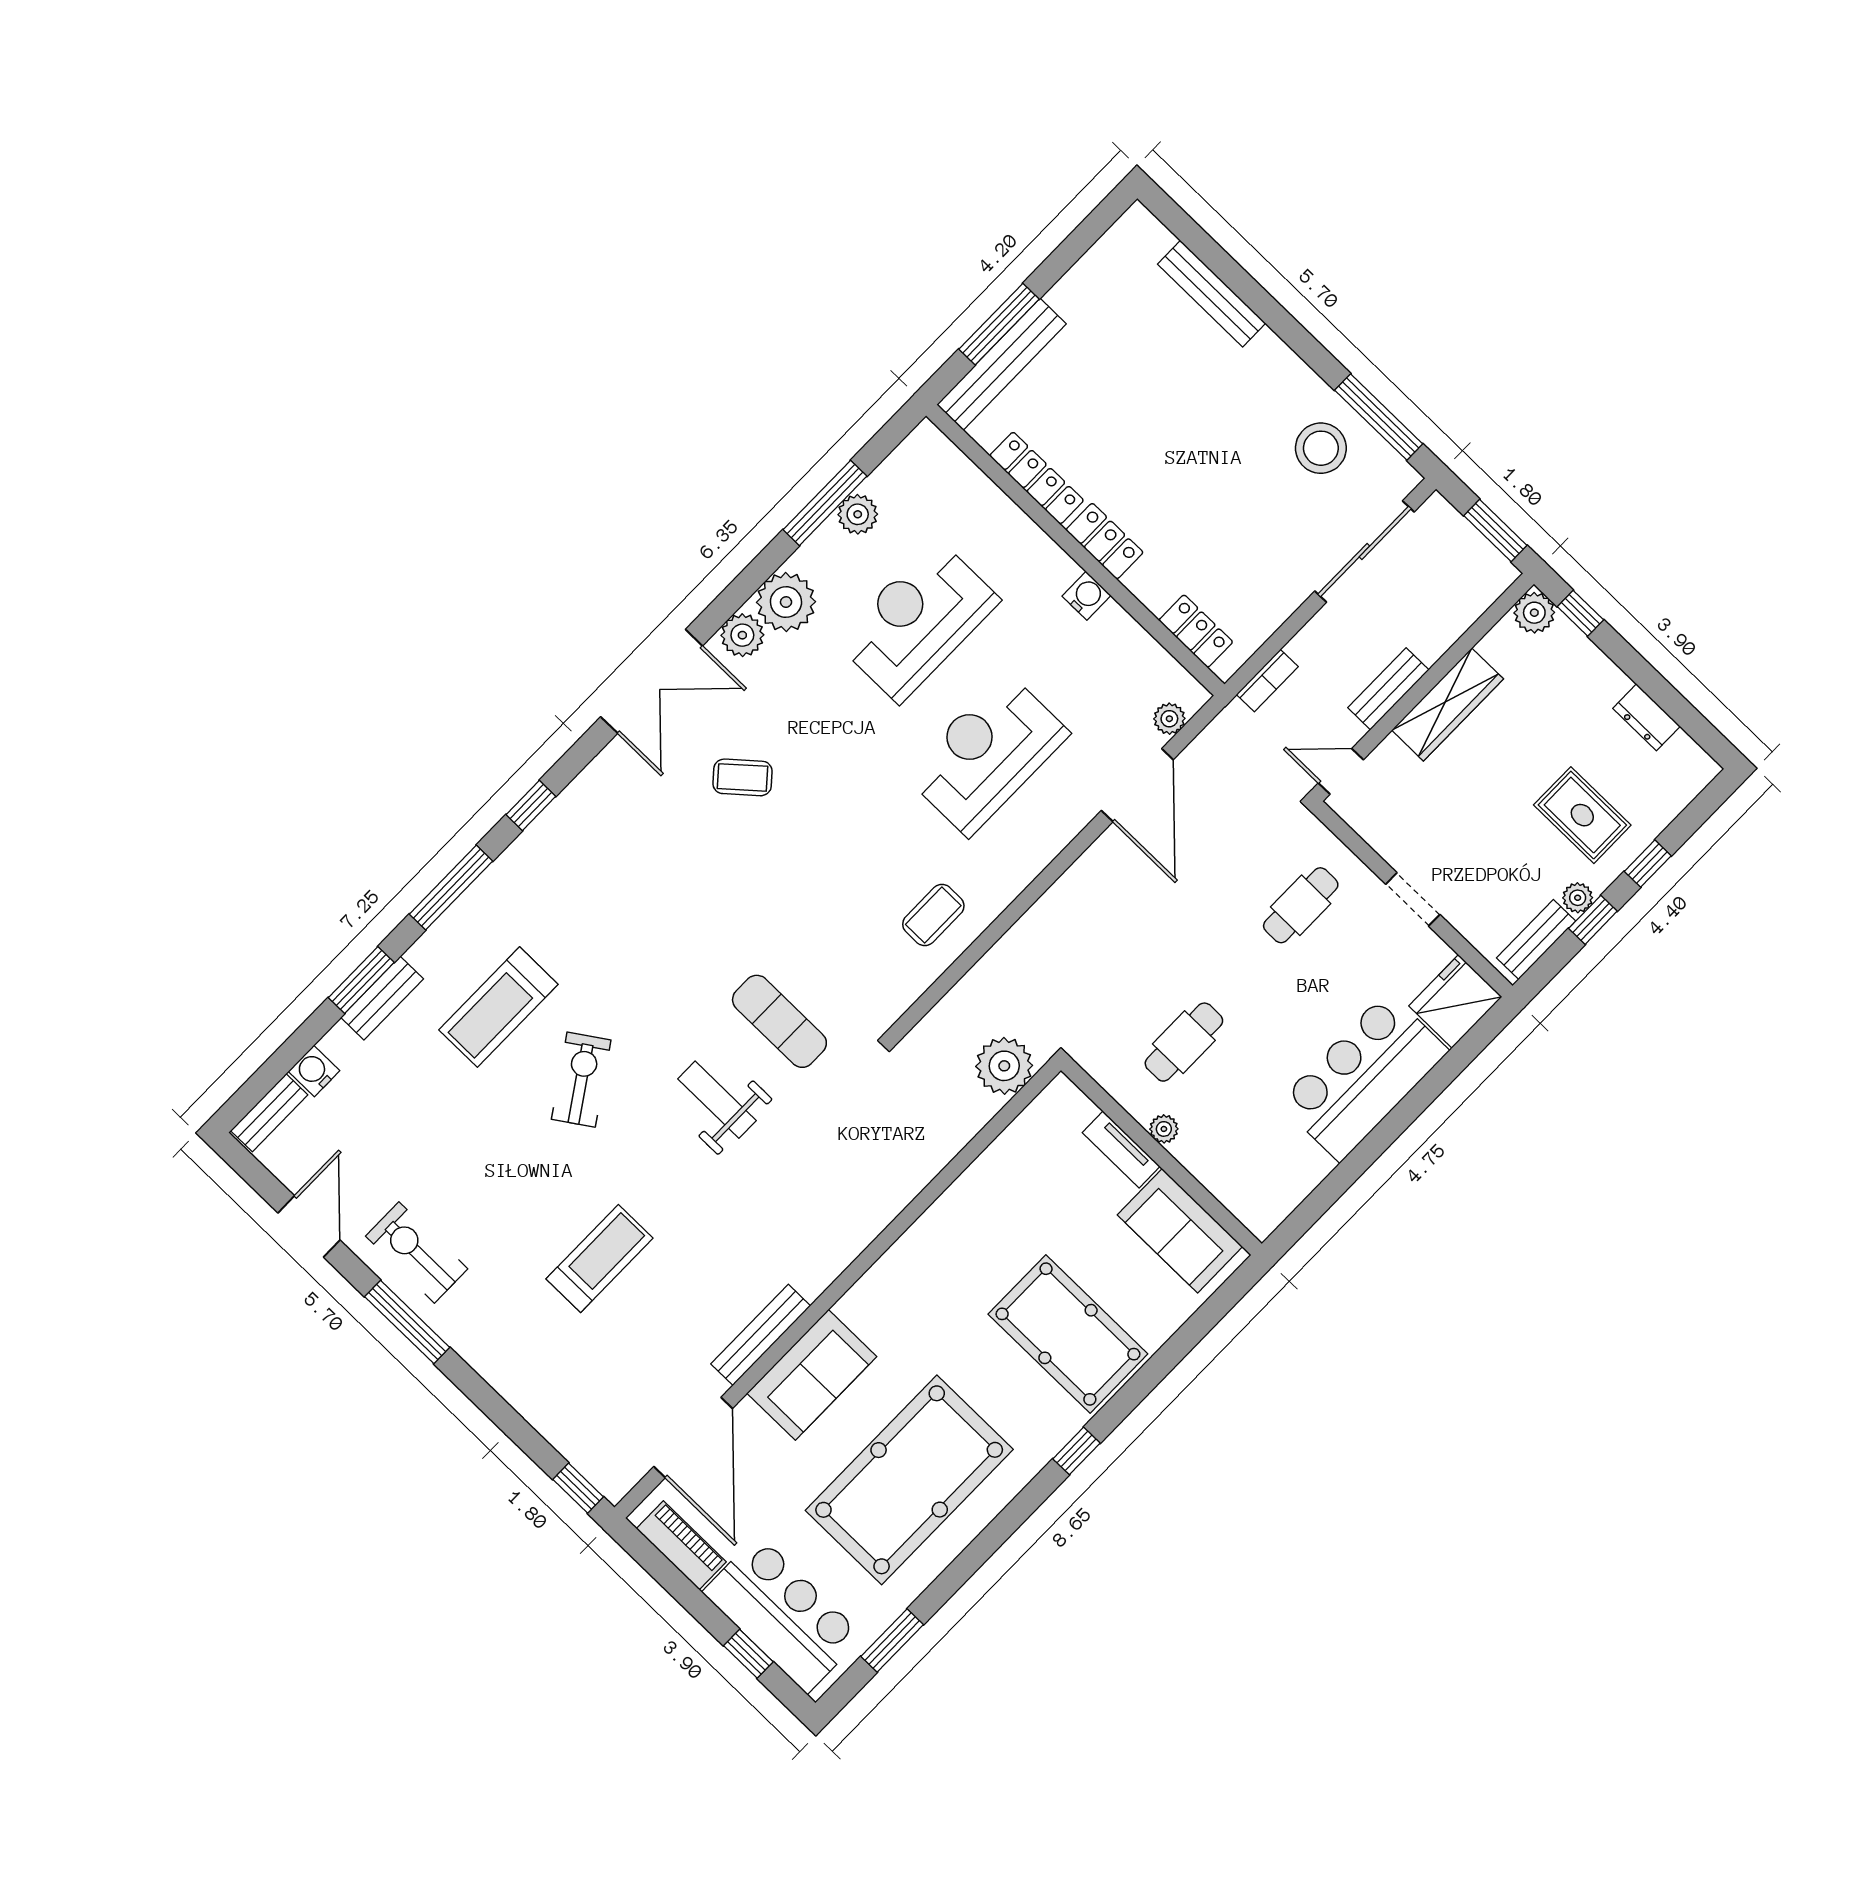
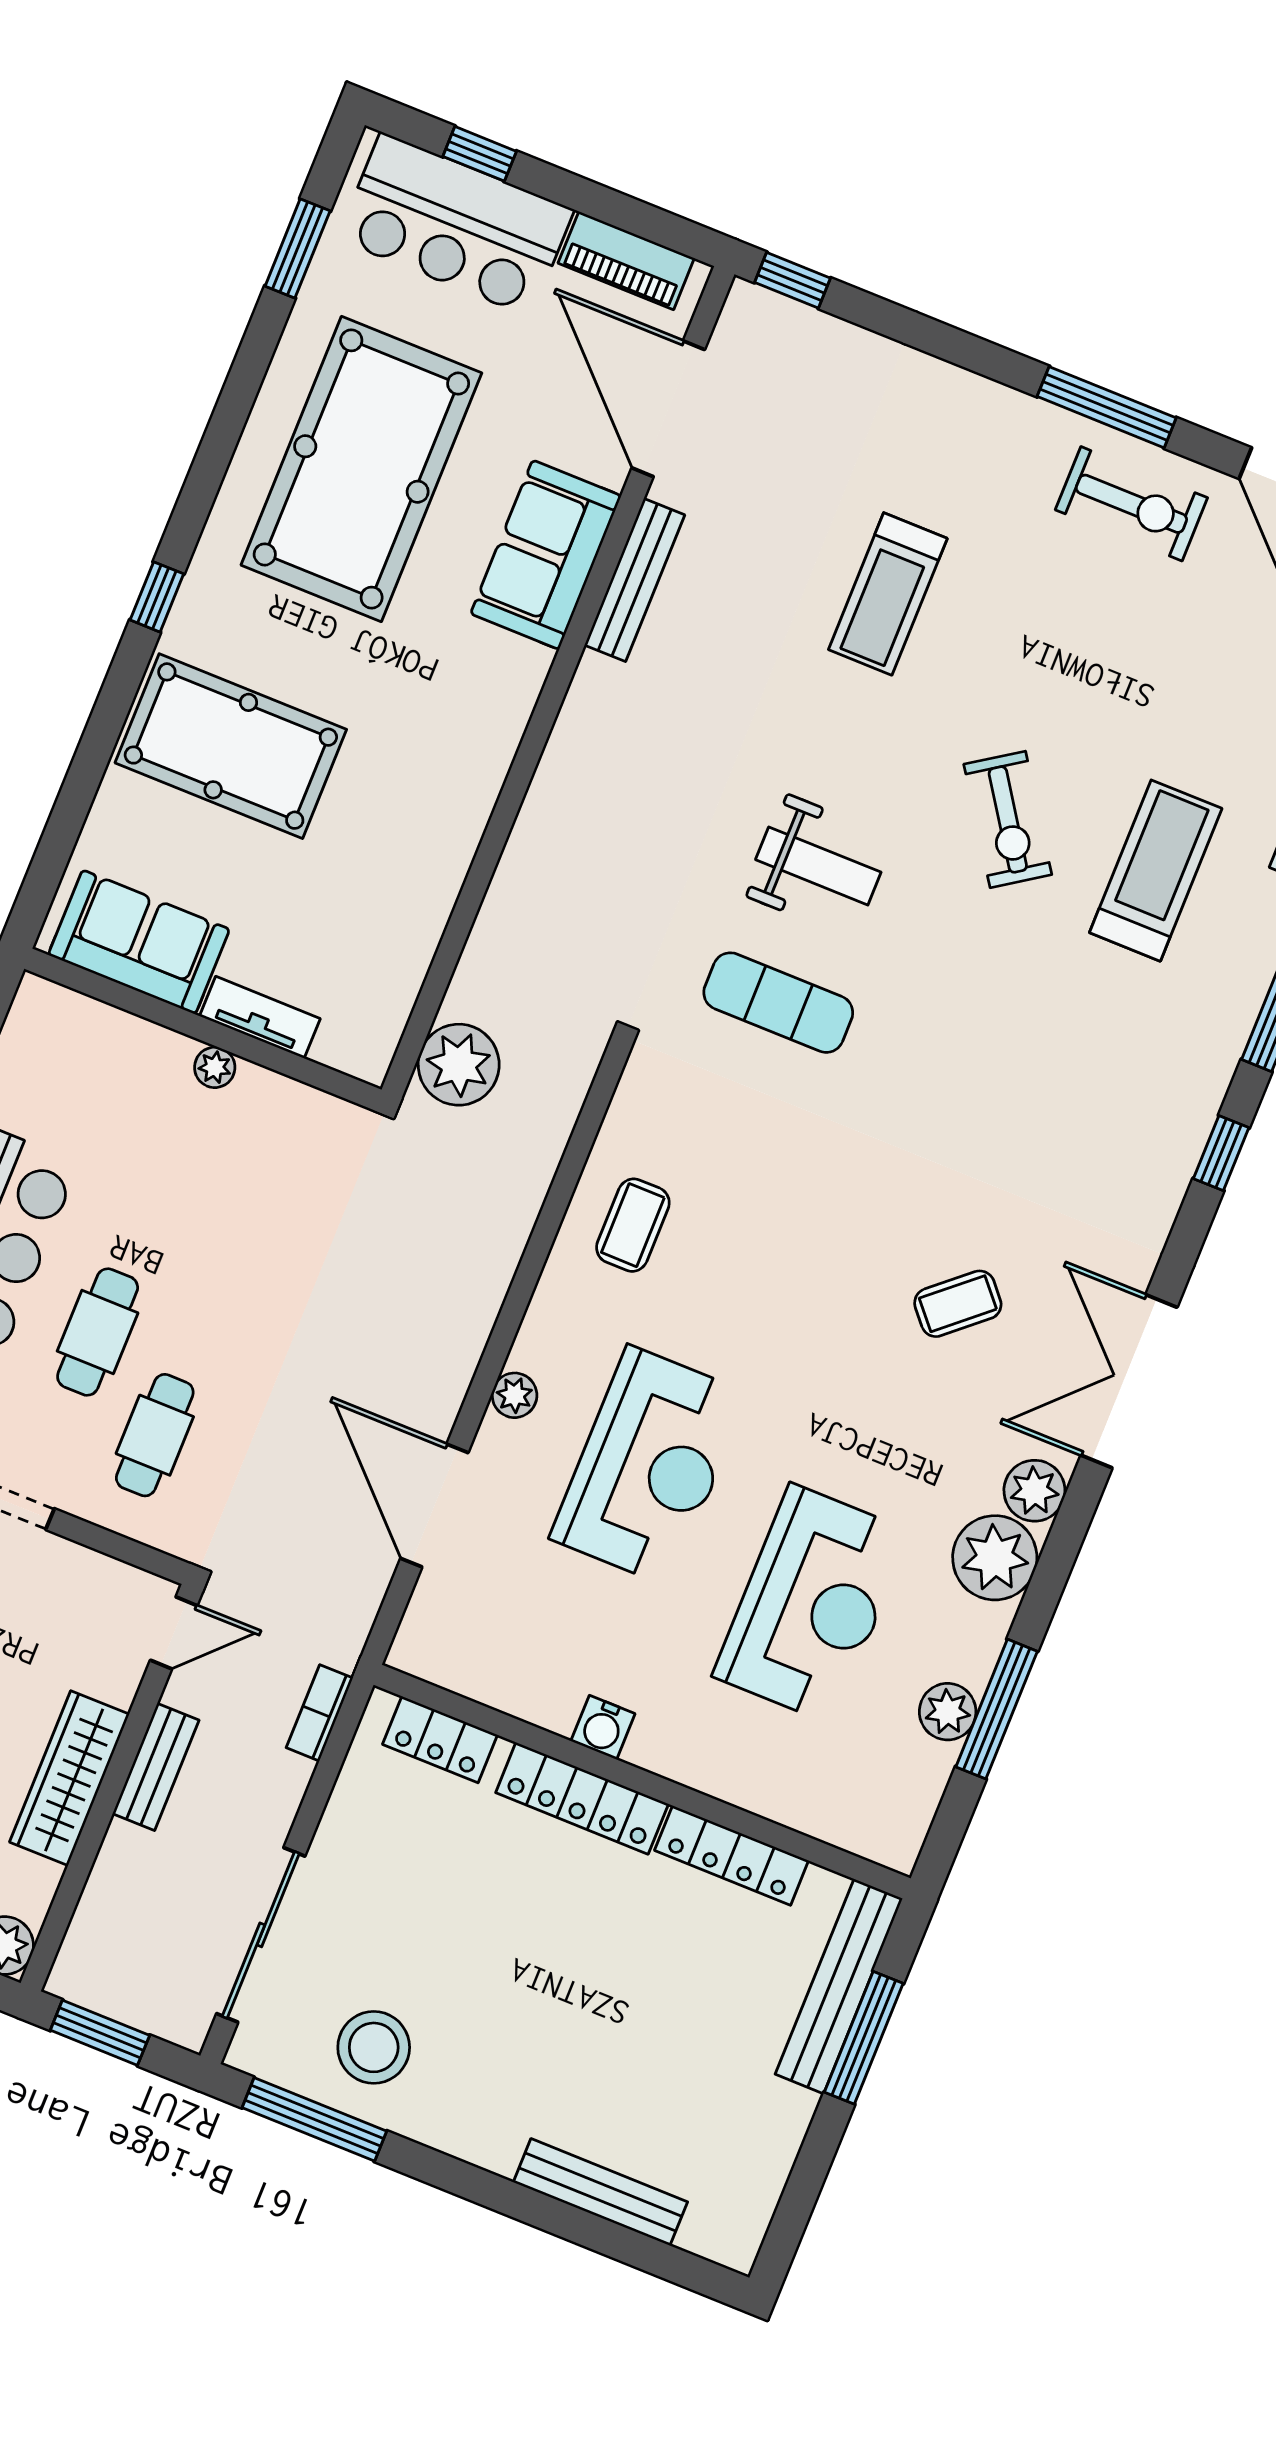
locker: (1105, 541) -> (582, 1798), width x1.53
plant: (1169, 719) -> (515, 1395), moved
cafe table: (1184, 1042) -> (98, 1332), moved

